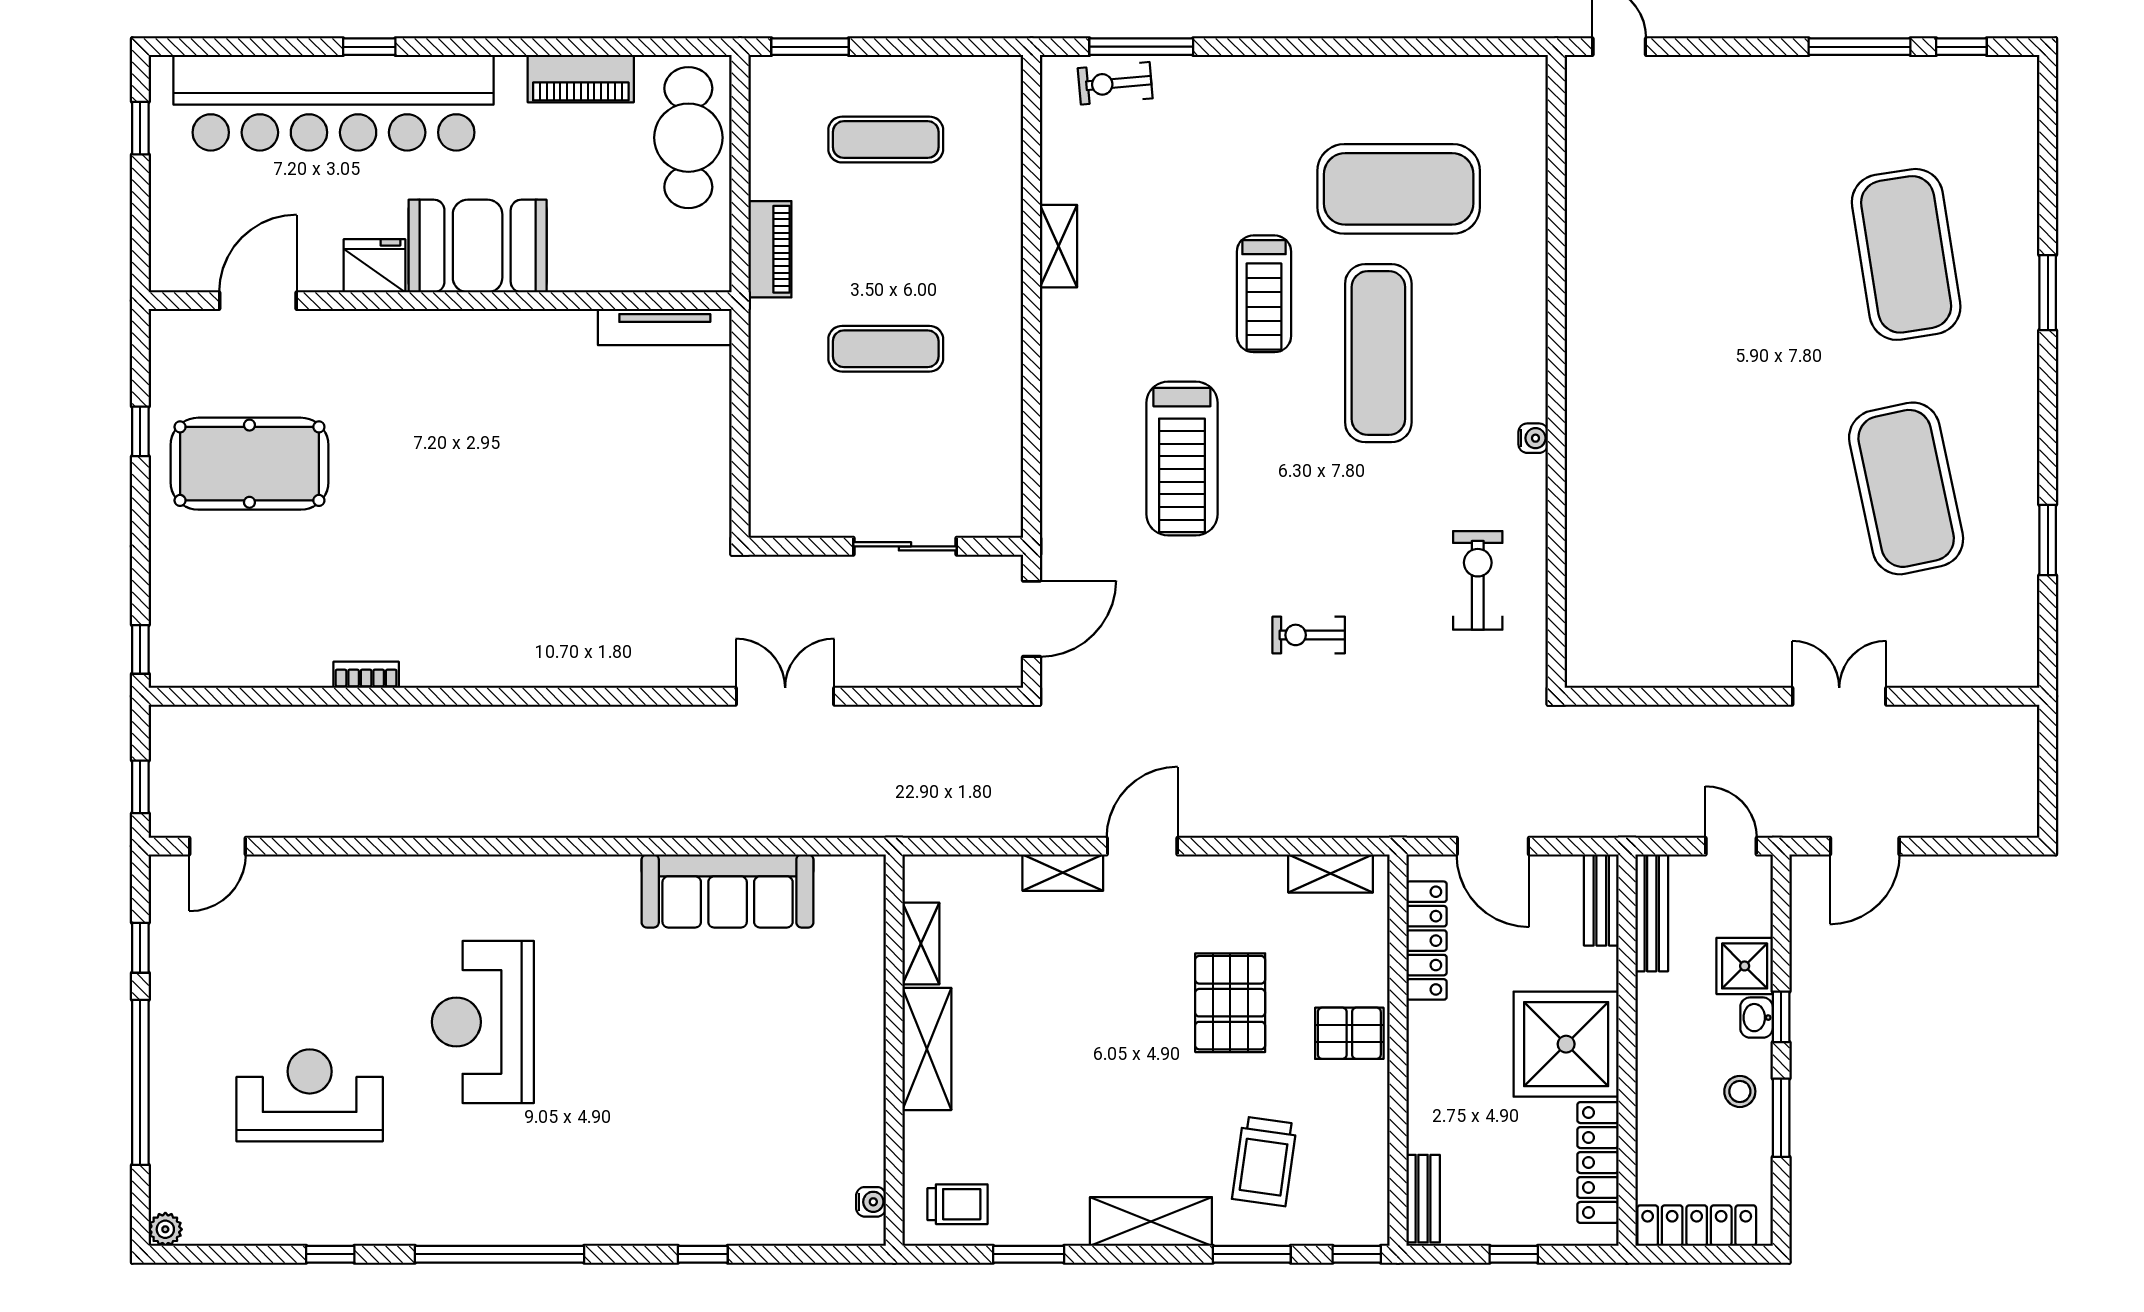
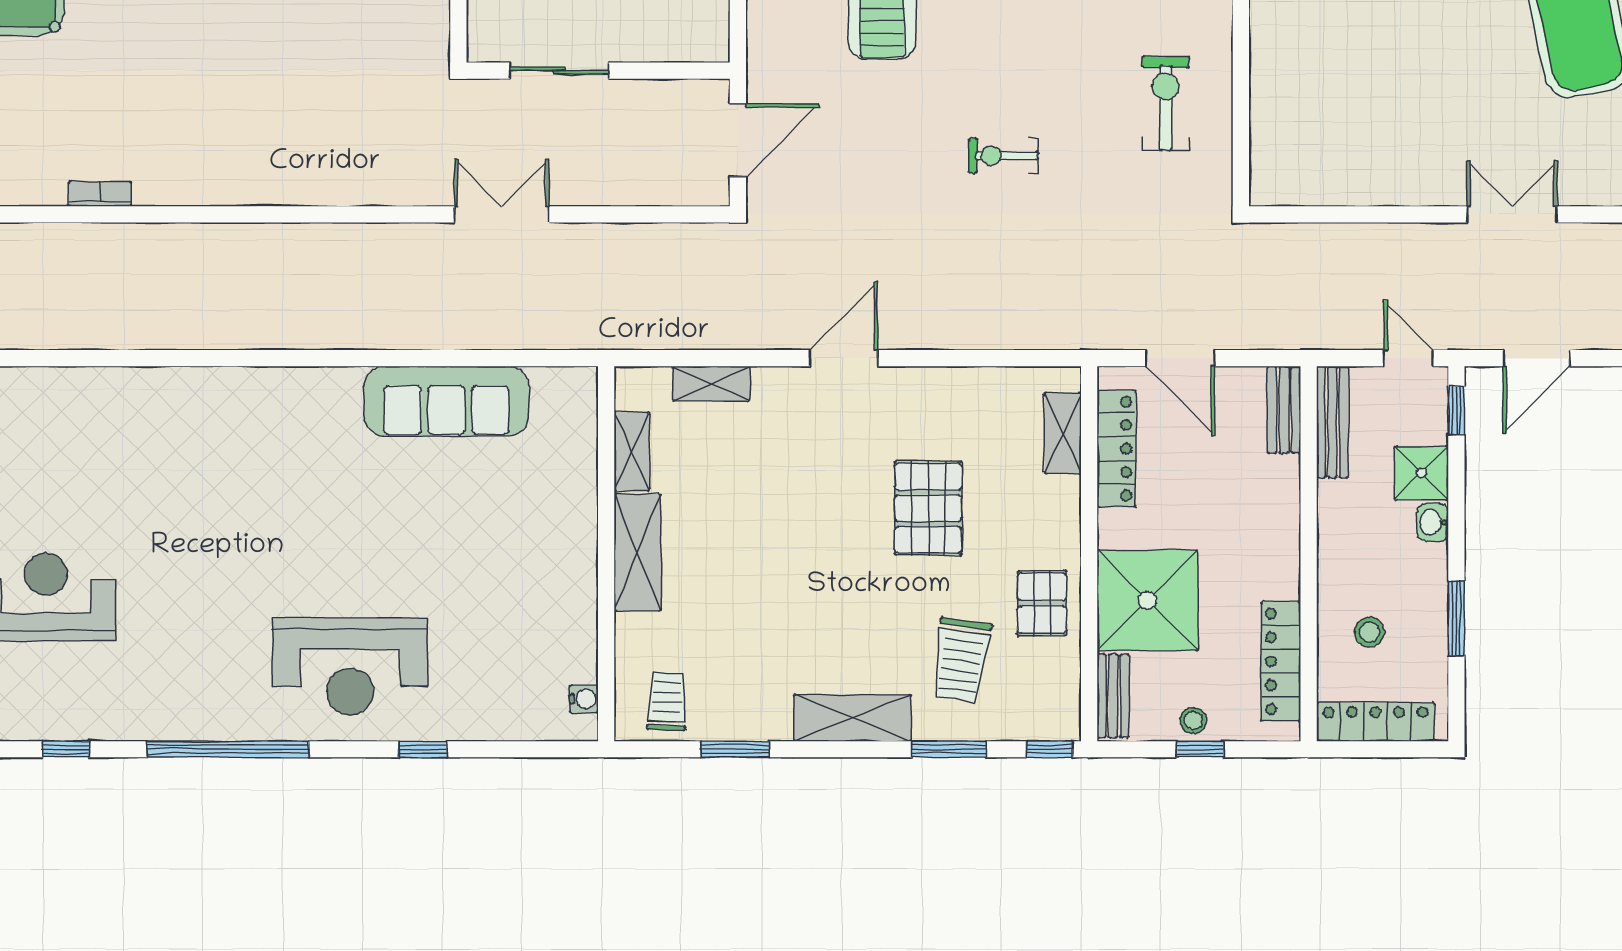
sliding door: (905, 546) -> (559, 71), moved
shelving: (1063, 873) -> (711, 383), moved
shelving: (1331, 874) -> (1063, 433), moved, turned 90
window: (1781, 1017) -> (1456, 410), moved
reception desk: (483, 1022) -> (350, 666), moved, turned -90
pallet: (1349, 1033) -> (1042, 603), moved, turned 90
shower: (1566, 1044) -> (1148, 600), moved
stool: (1740, 1091) -> (1370, 632), moved
trolley: (958, 1204) -> (667, 701), turned -88
stool: (1507, 1224) -> (1193, 721), added

